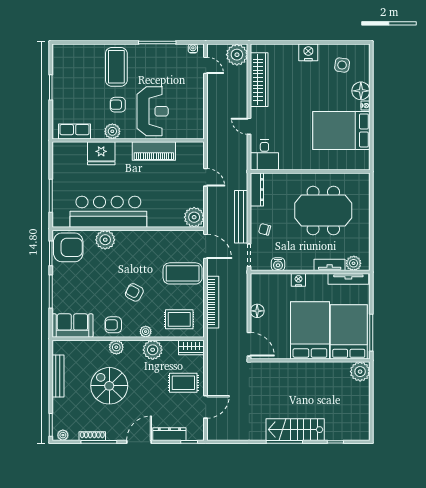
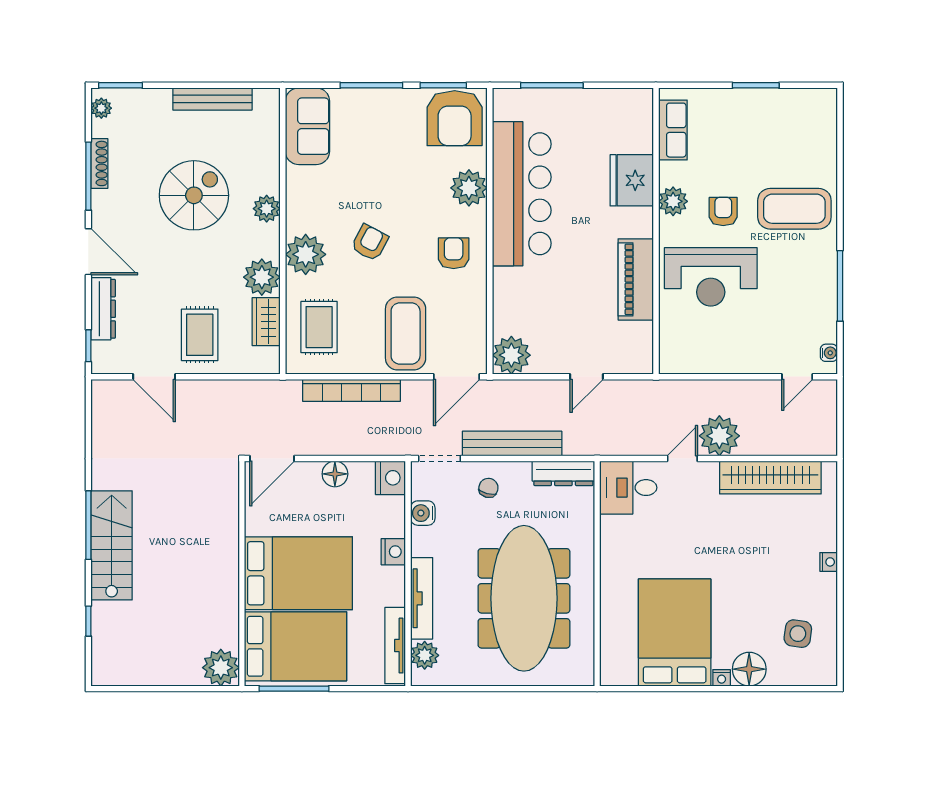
nightstand: (308, 52) -> (829, 562), width x0.53, depth x0.56
plant: (237, 55) -> (719, 436), moved
meeting table: (323, 211) -> (524, 598), width x1.36
tv unit: (330, 265) -> (422, 598), width x1.41
nightstand: (259, 281) -> (390, 478), added
armchair: (113, 325) -> (454, 253), moved
plant: (146, 332) -> (306, 254), width x1.88, depth x1.88
wardrobe: (191, 347) -> (266, 322), moved

